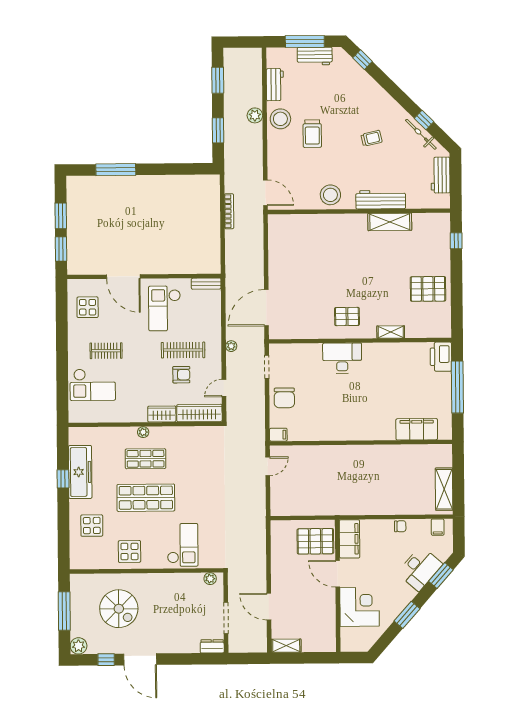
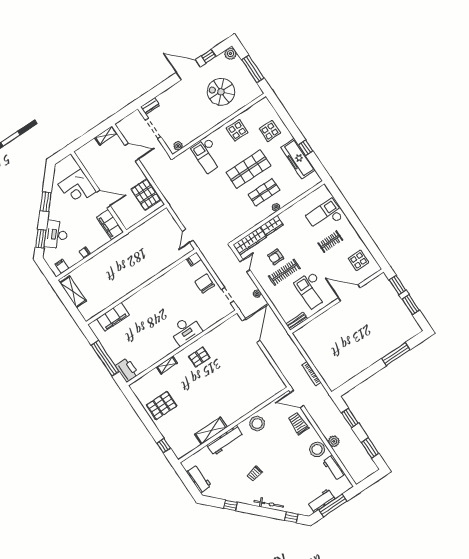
trolley: (312, 134) -> (298, 423), moved
bicycle: (421, 134) -> (269, 504), moved
checkout: (165, 308) -> (312, 290), turned 180
pallet: (315, 541) -> (146, 195), moved, turned 90

